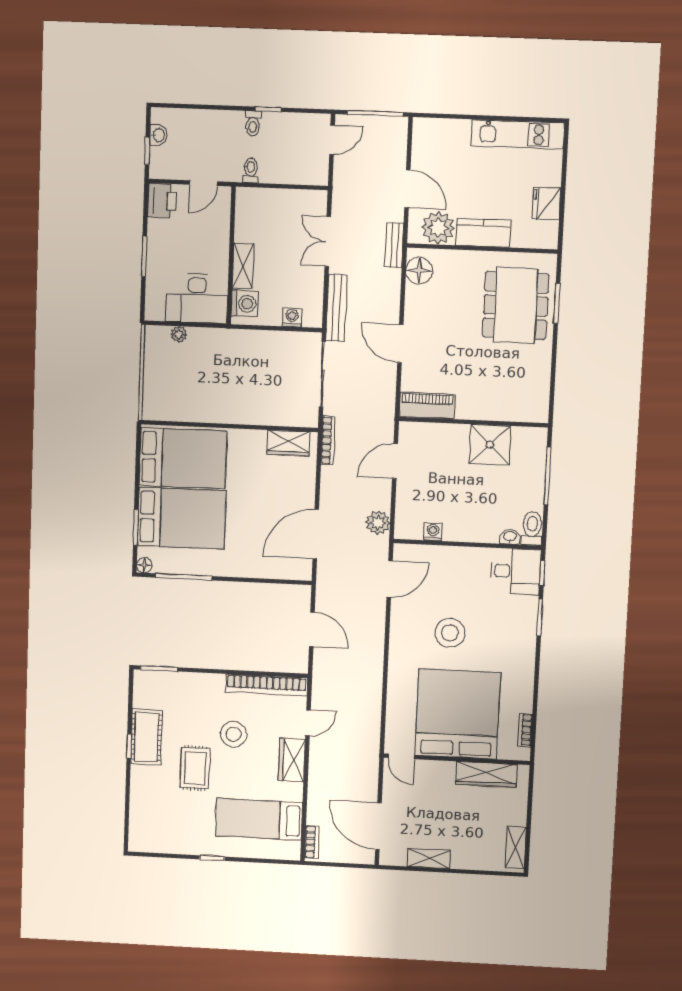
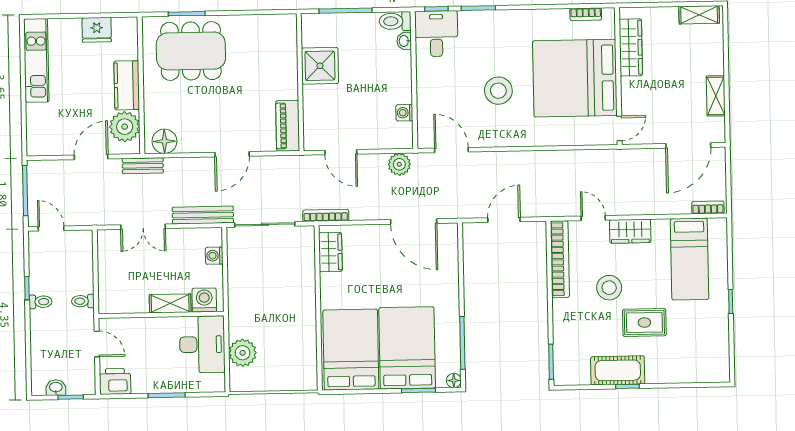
plant: (179, 334) -> (243, 353), width x1.88, depth x1.88

